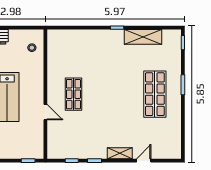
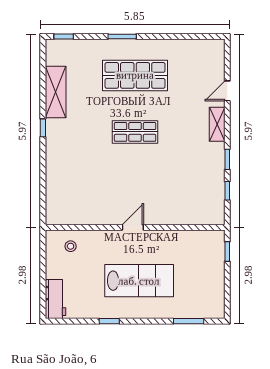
shop shelf: (73, 94) -> (135, 132), moved
door: (45, 112) -> (133, 227), moved
door: (144, 161) -> (227, 91), hinge flipped

